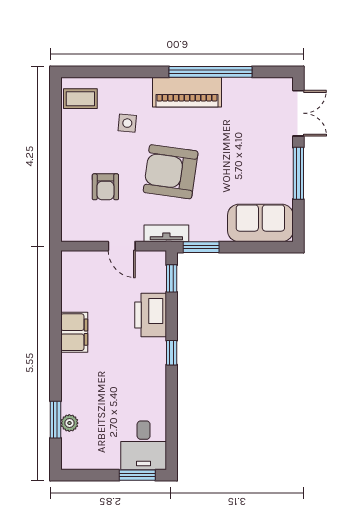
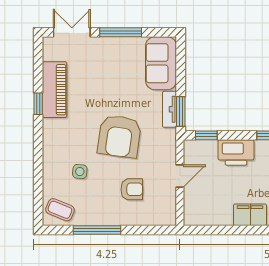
window: (210, 72) -> (38, 104), width x0.32
piano: (187, 92) -> (55, 90), moved
coffee table: (80, 99) -> (60, 210), turned -68
window: (55, 144) -> (97, 230), added
tv unit: (166, 233) -> (170, 109), moved

